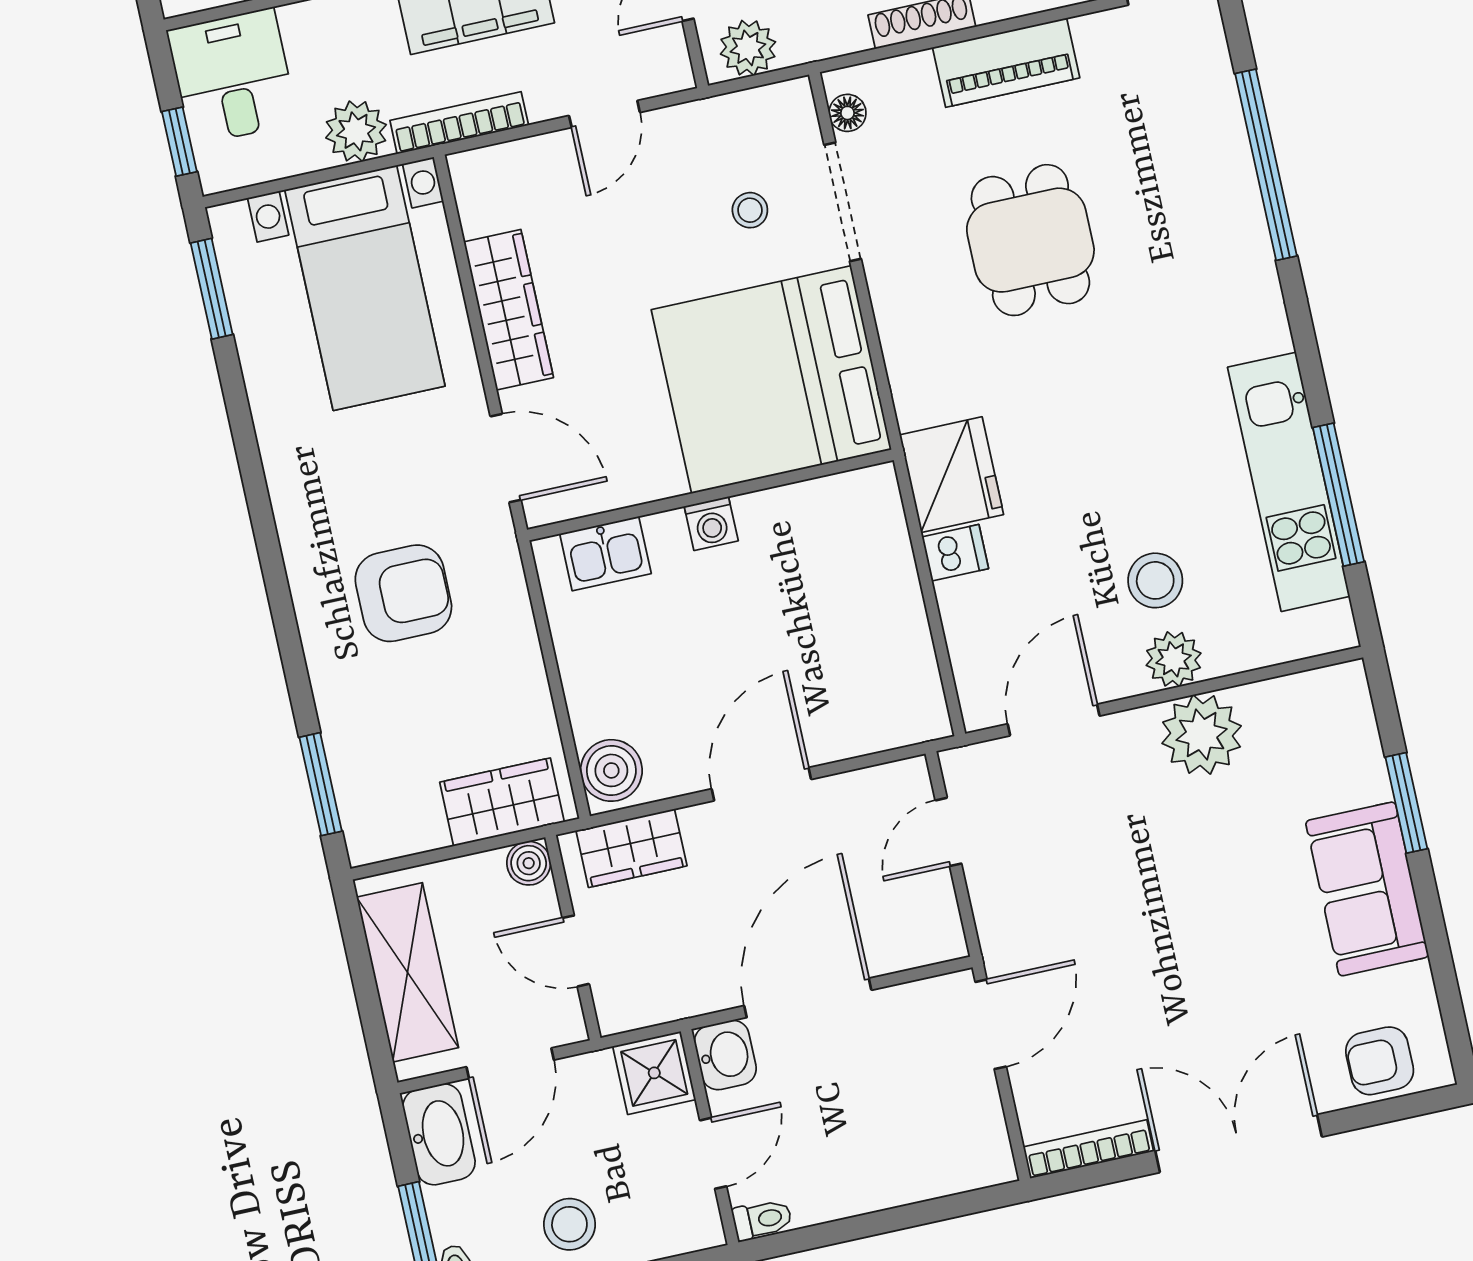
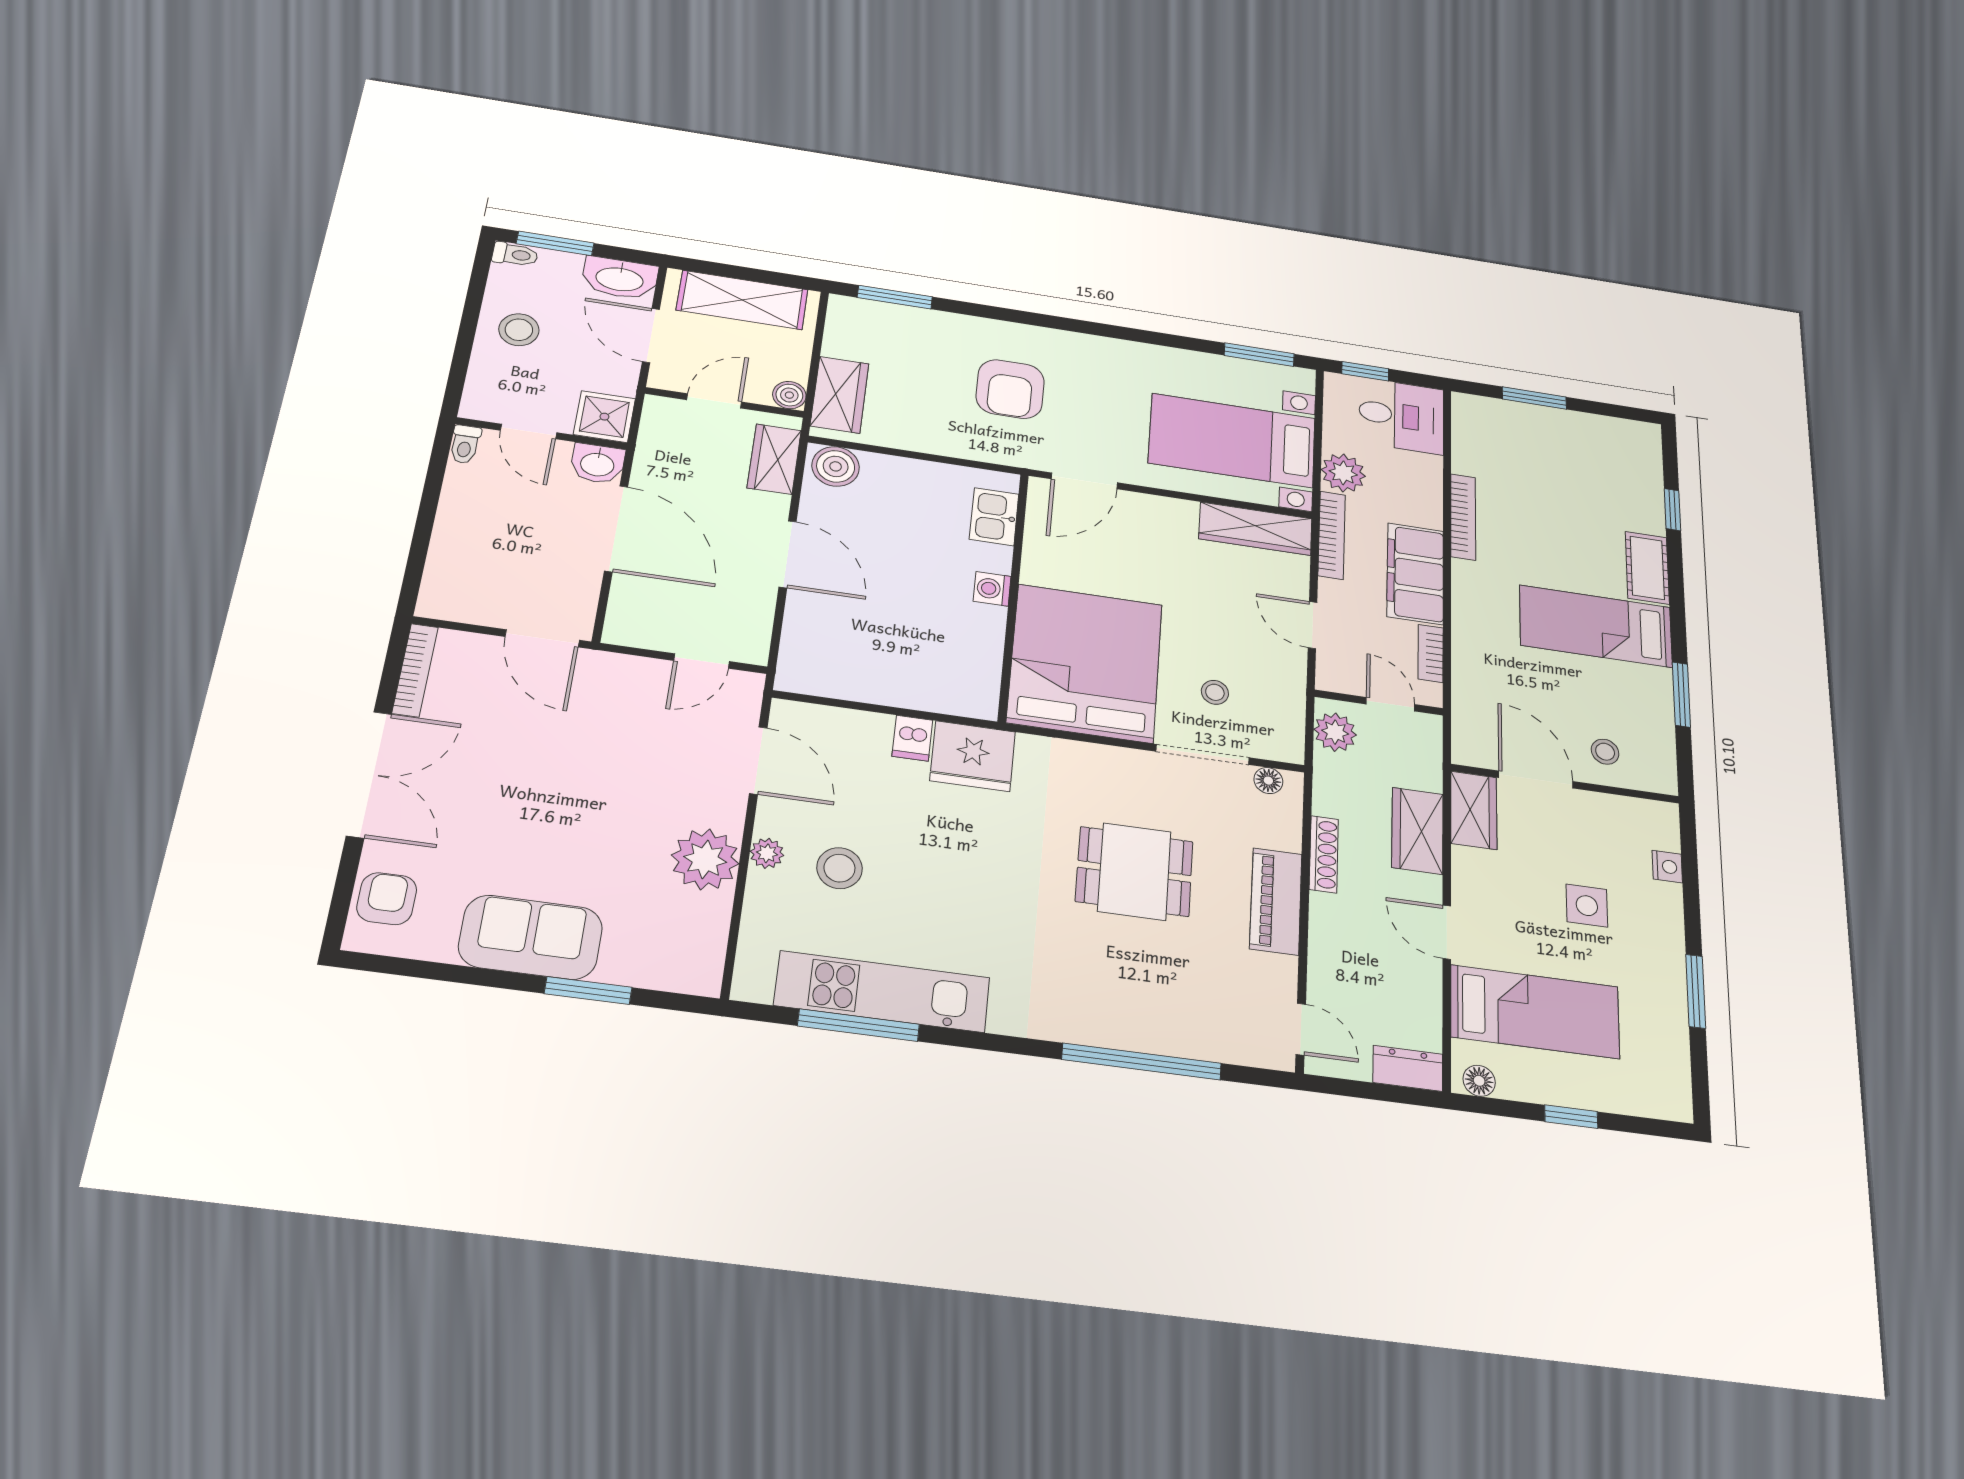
wardrobe: (509, 310) -> (1255, 529), moved
plant: (1174, 659) -> (767, 853), width x0.73, depth x0.73
door: (948, 832) -> (702, 661), swing flipped

